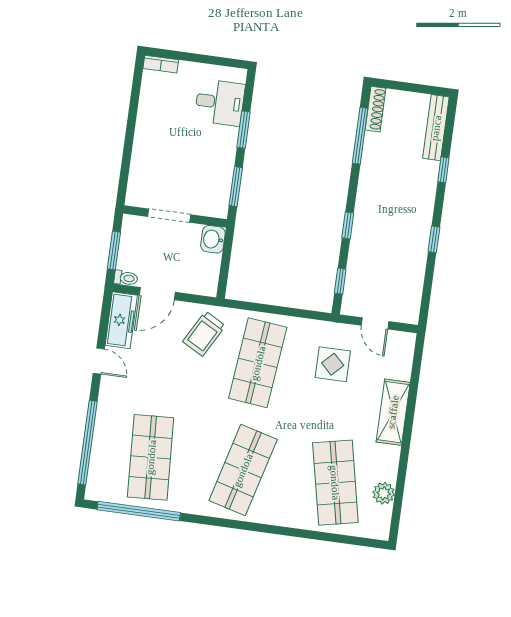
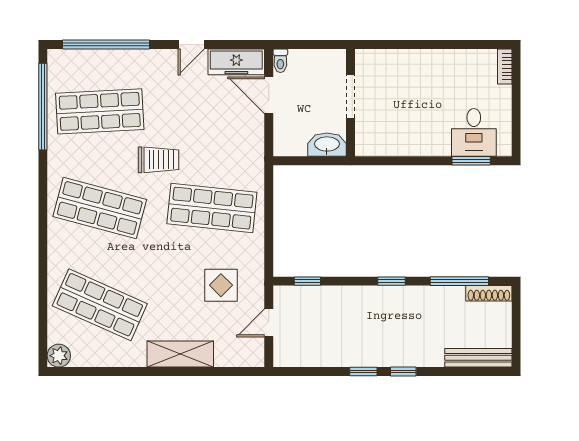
window: (244, 130) -> (471, 161), moved
window: (443, 170) -> (403, 372), moved
window: (236, 187) -> (390, 161), removed
window: (348, 225) -> (391, 281), moved
washbasin: (213, 239) -> (327, 145), width x1.38
window: (114, 251) -> (307, 45), removed
trolley: (204, 334) -> (159, 160), moved, turned 151
shop shelf: (335, 483) -> (100, 305), turned 36
plant: (384, 493) -> (59, 356), moved

